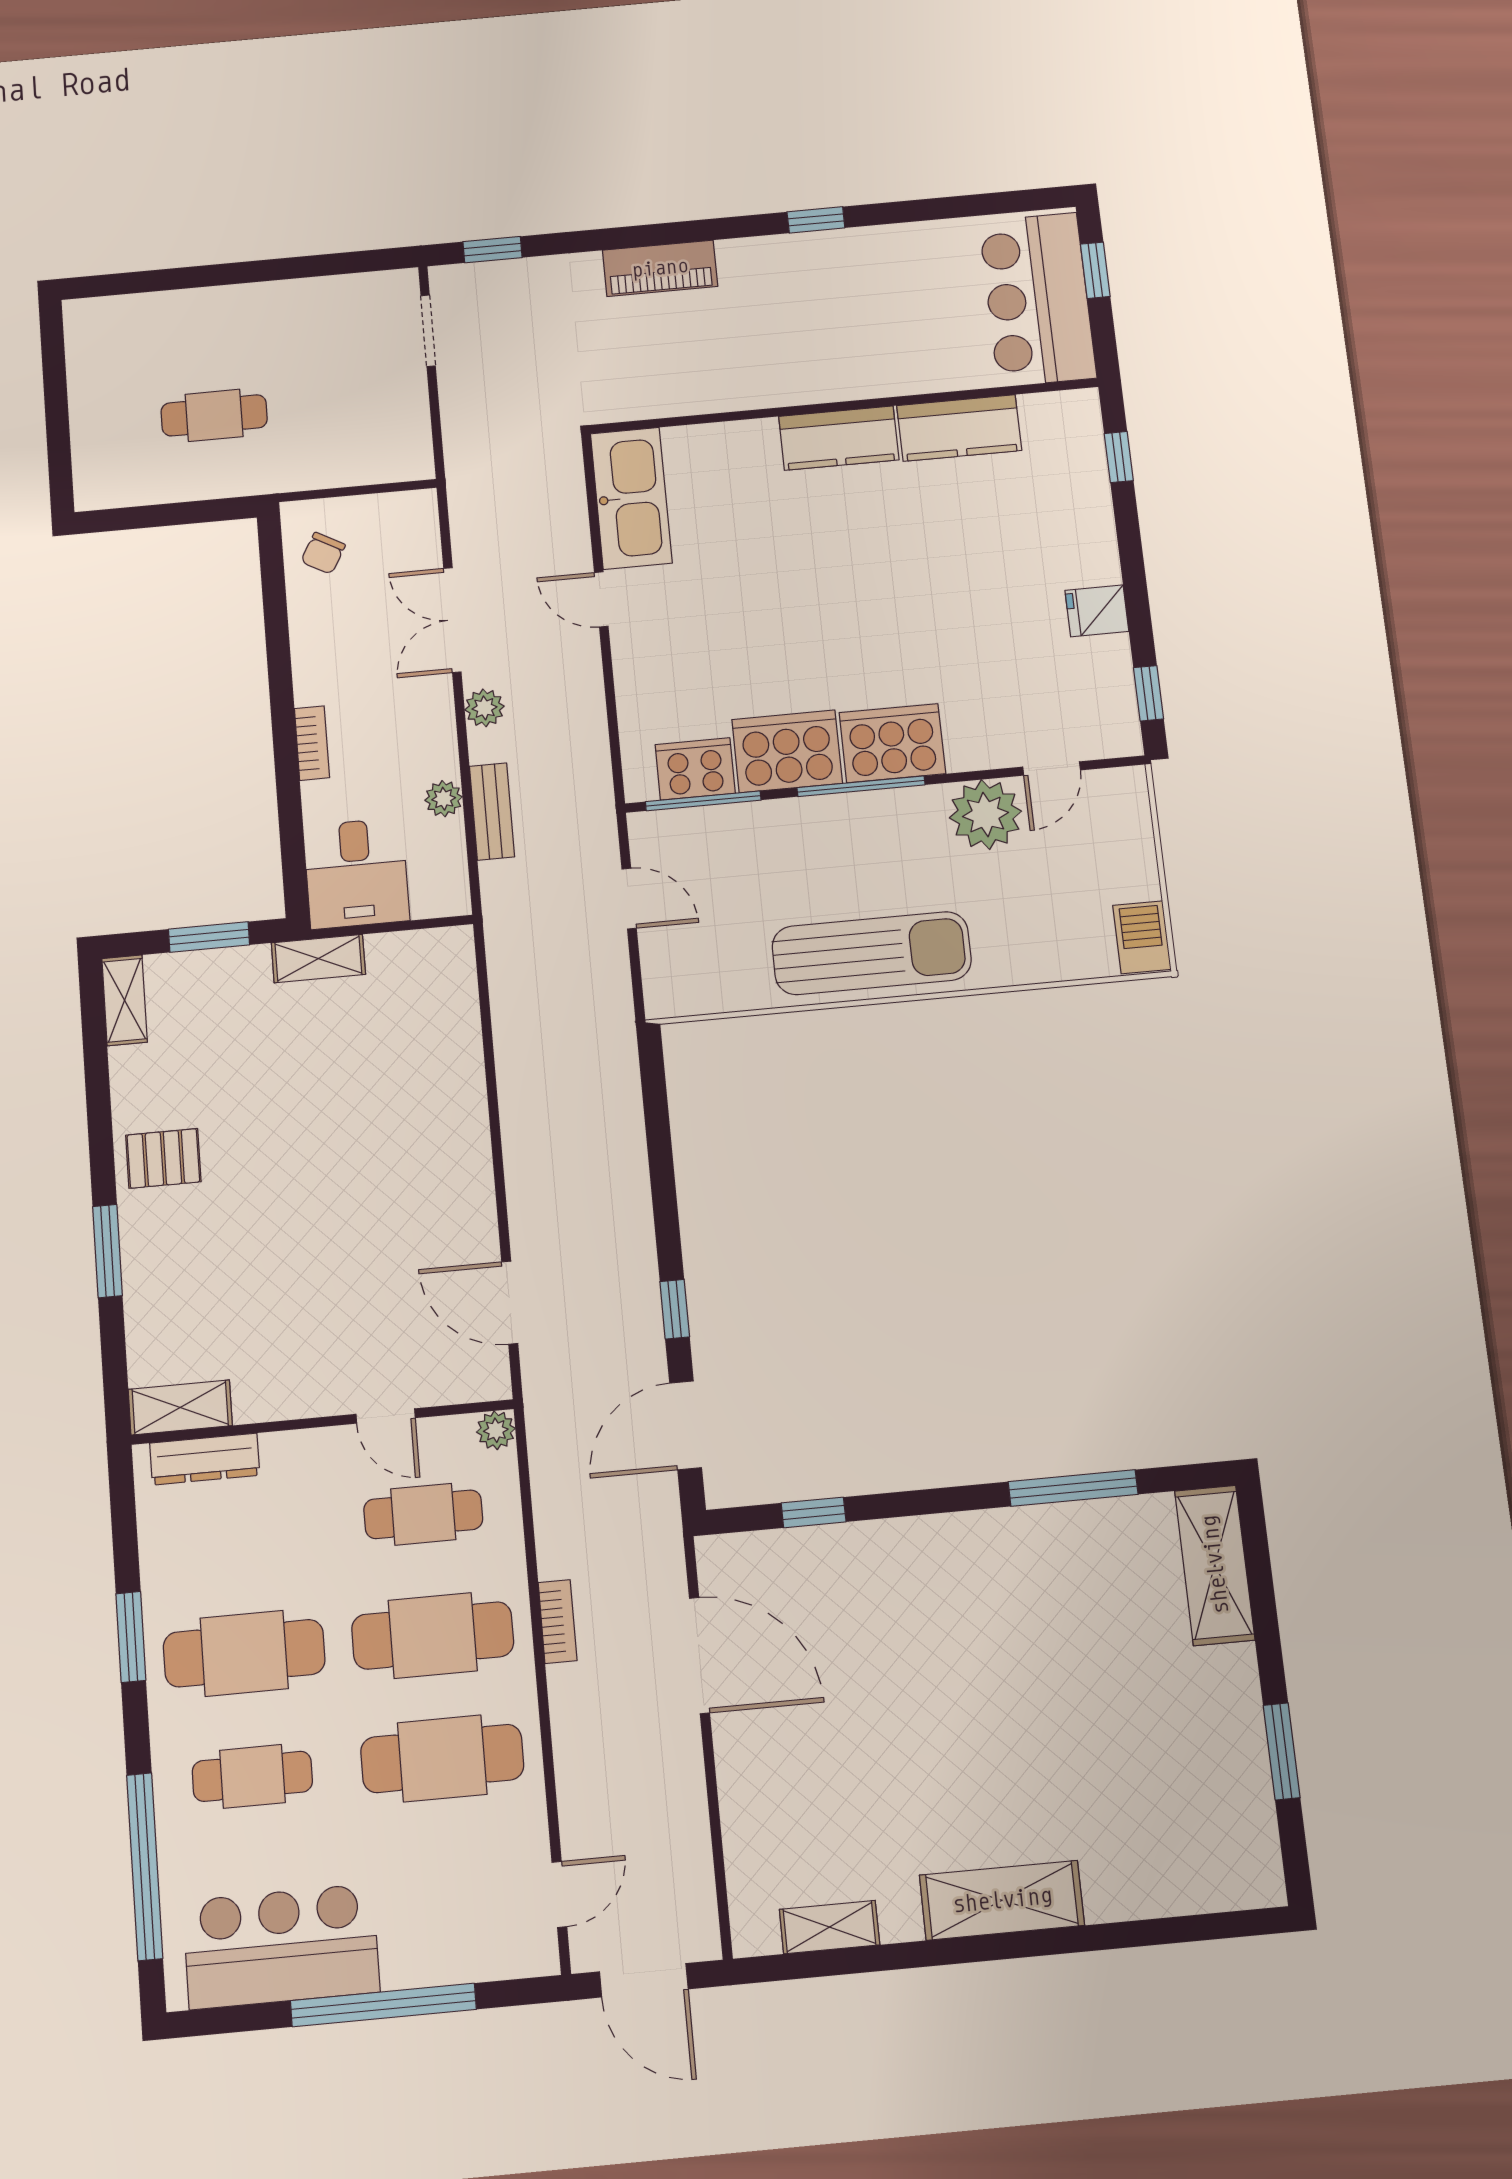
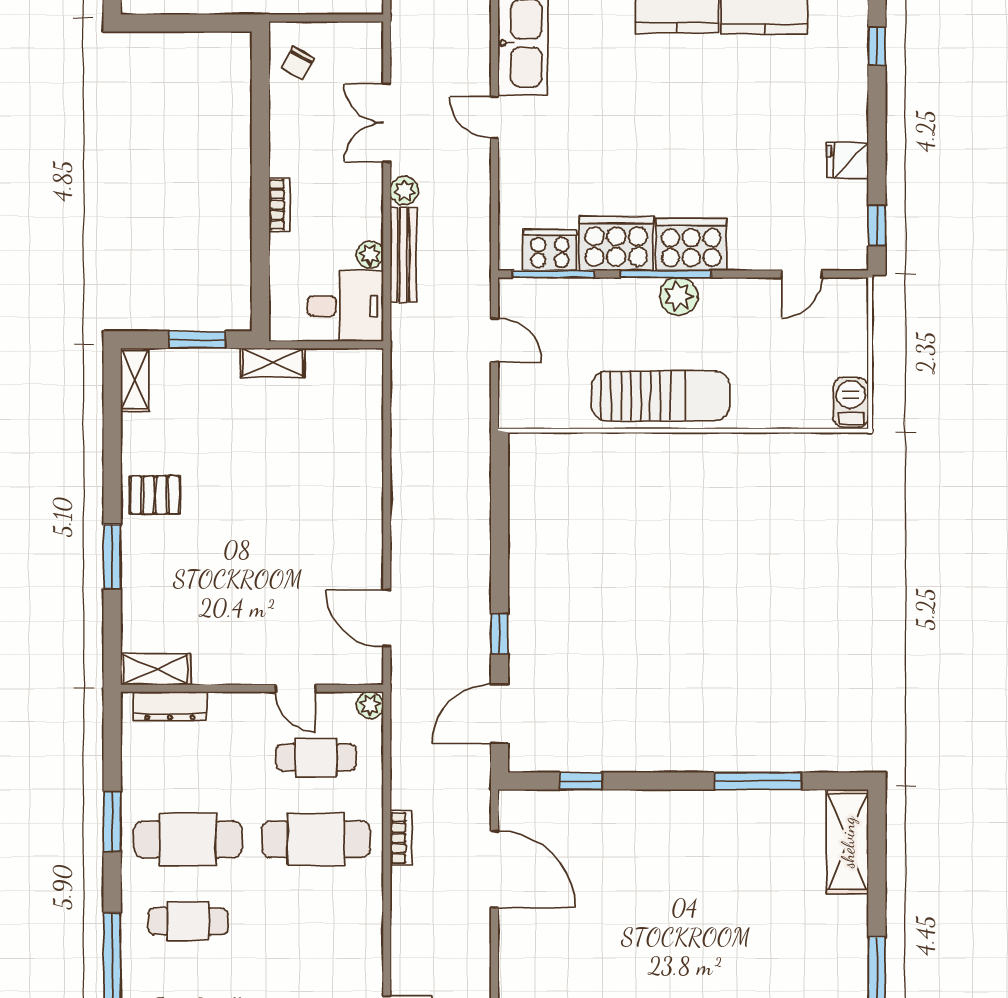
bench: (492, 811) -> (403, 255), width x1.36
plant: (985, 815) -> (679, 296), moved, width x0.73, depth x0.73
desk: (356, 873) -> (345, 306), moved, turned -90
cafe table: (442, 1758) -> (316, 921), removed

